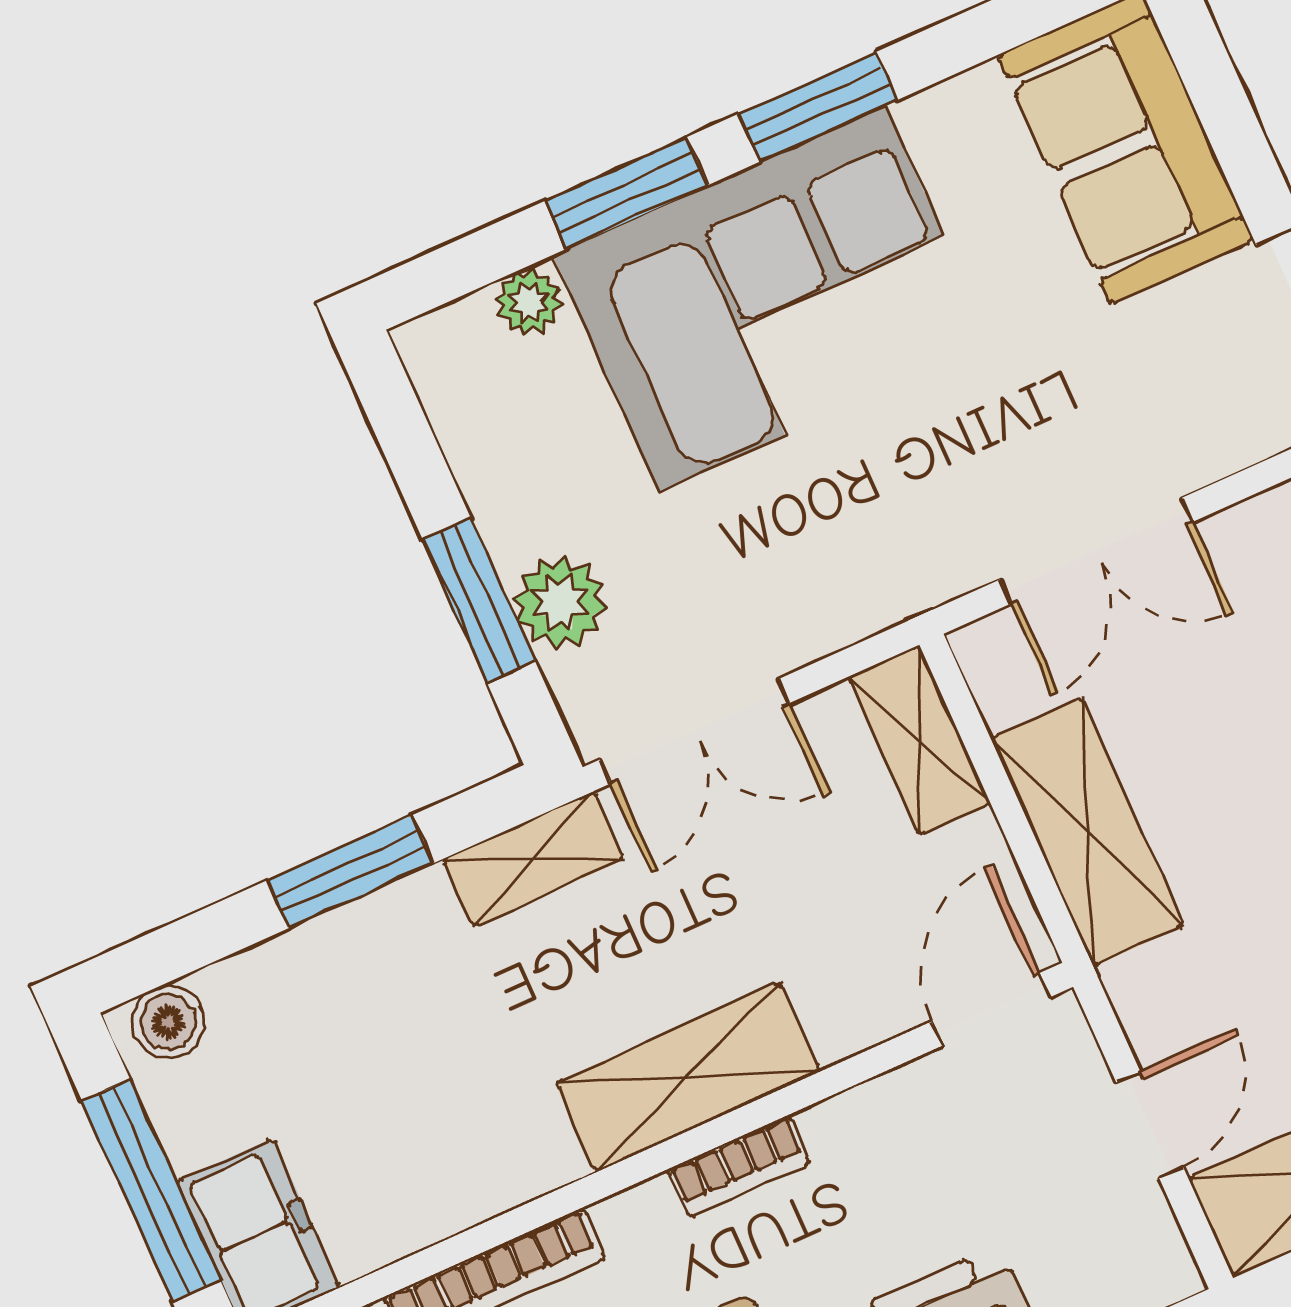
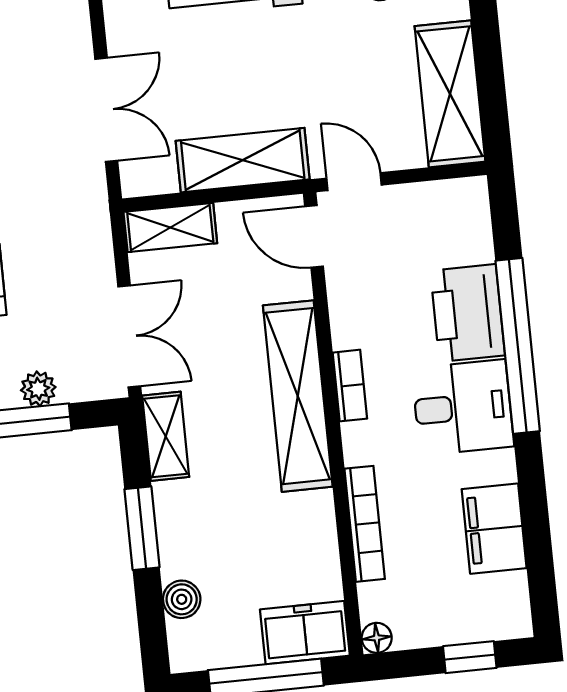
plant: (560, 603) -> (38, 389), width x0.73, depth x0.73
boiler: (168, 1022) -> (182, 599), moved
shelving: (688, 1077) -> (298, 396), width x1.47
door: (1150, 1125) -> (354, 182), moved

